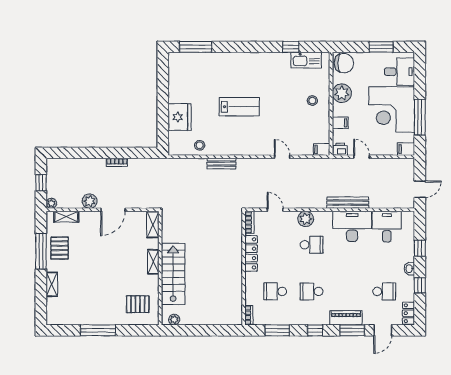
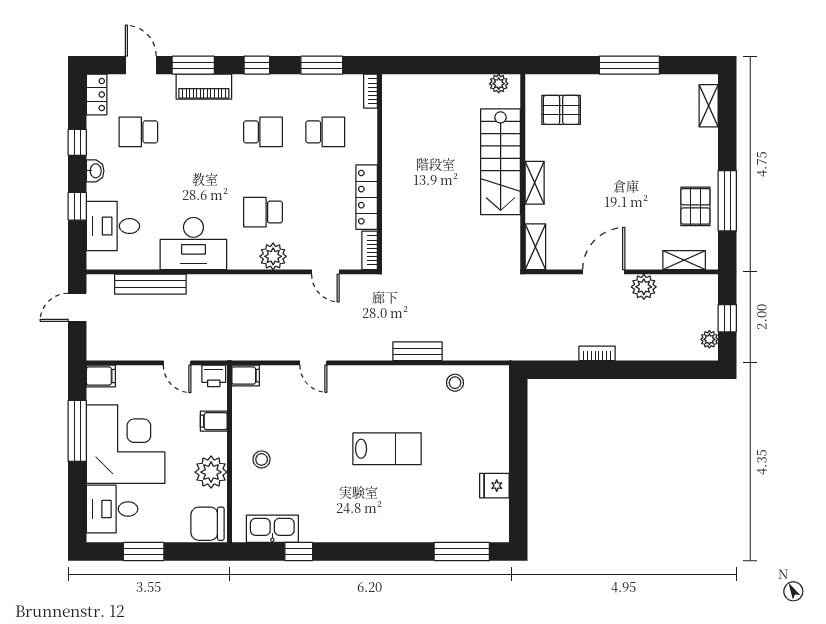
lab bench: (239, 107) -> (387, 449), turned 180
fridge: (180, 117) -> (494, 486), moved, width x0.53, depth x0.75
plant: (51, 203) -> (709, 339), moved
bench: (348, 203) -> (150, 284), moved
desk: (387, 227) -> (113, 226), moved, turned 90
shelving: (52, 284) -> (709, 106), moved
door: (383, 330) -> (141, 65), hinge flipped

